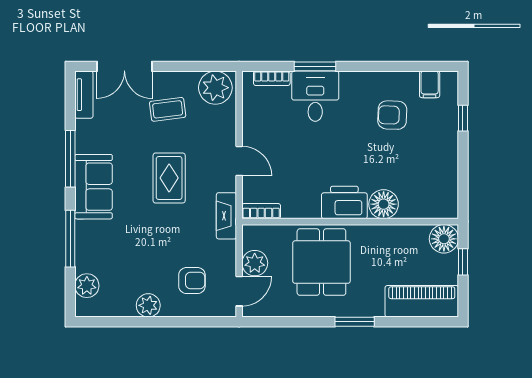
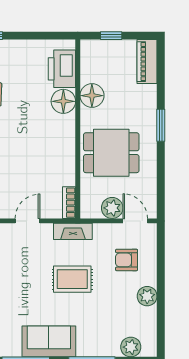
rug: (169, 178) -> (72, 279), moved
printer: (344, 202) -> (62, 69), moved
floor lamp: (444, 239) -> (92, 96), moved
armchair: (192, 281) -> (127, 260), turned -90
piano: (422, 301) -> (147, 62), width x0.73, depth x0.75

